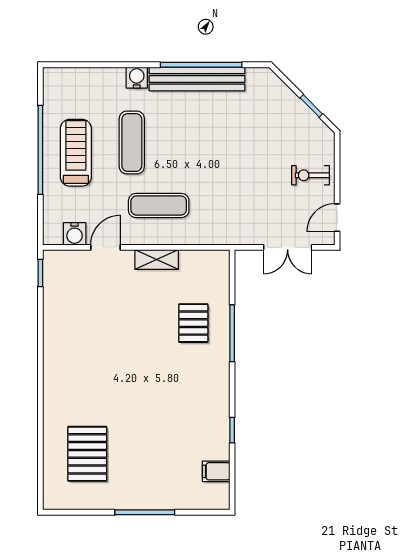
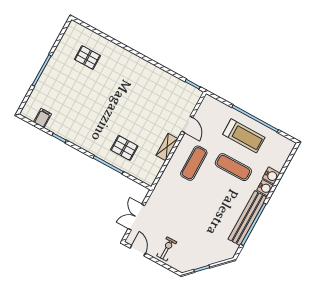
water cooler: (75, 234) -> (271, 176), moved, turned 180
pallet: (87, 454) -> (87, 57), width x0.67, depth x0.71

